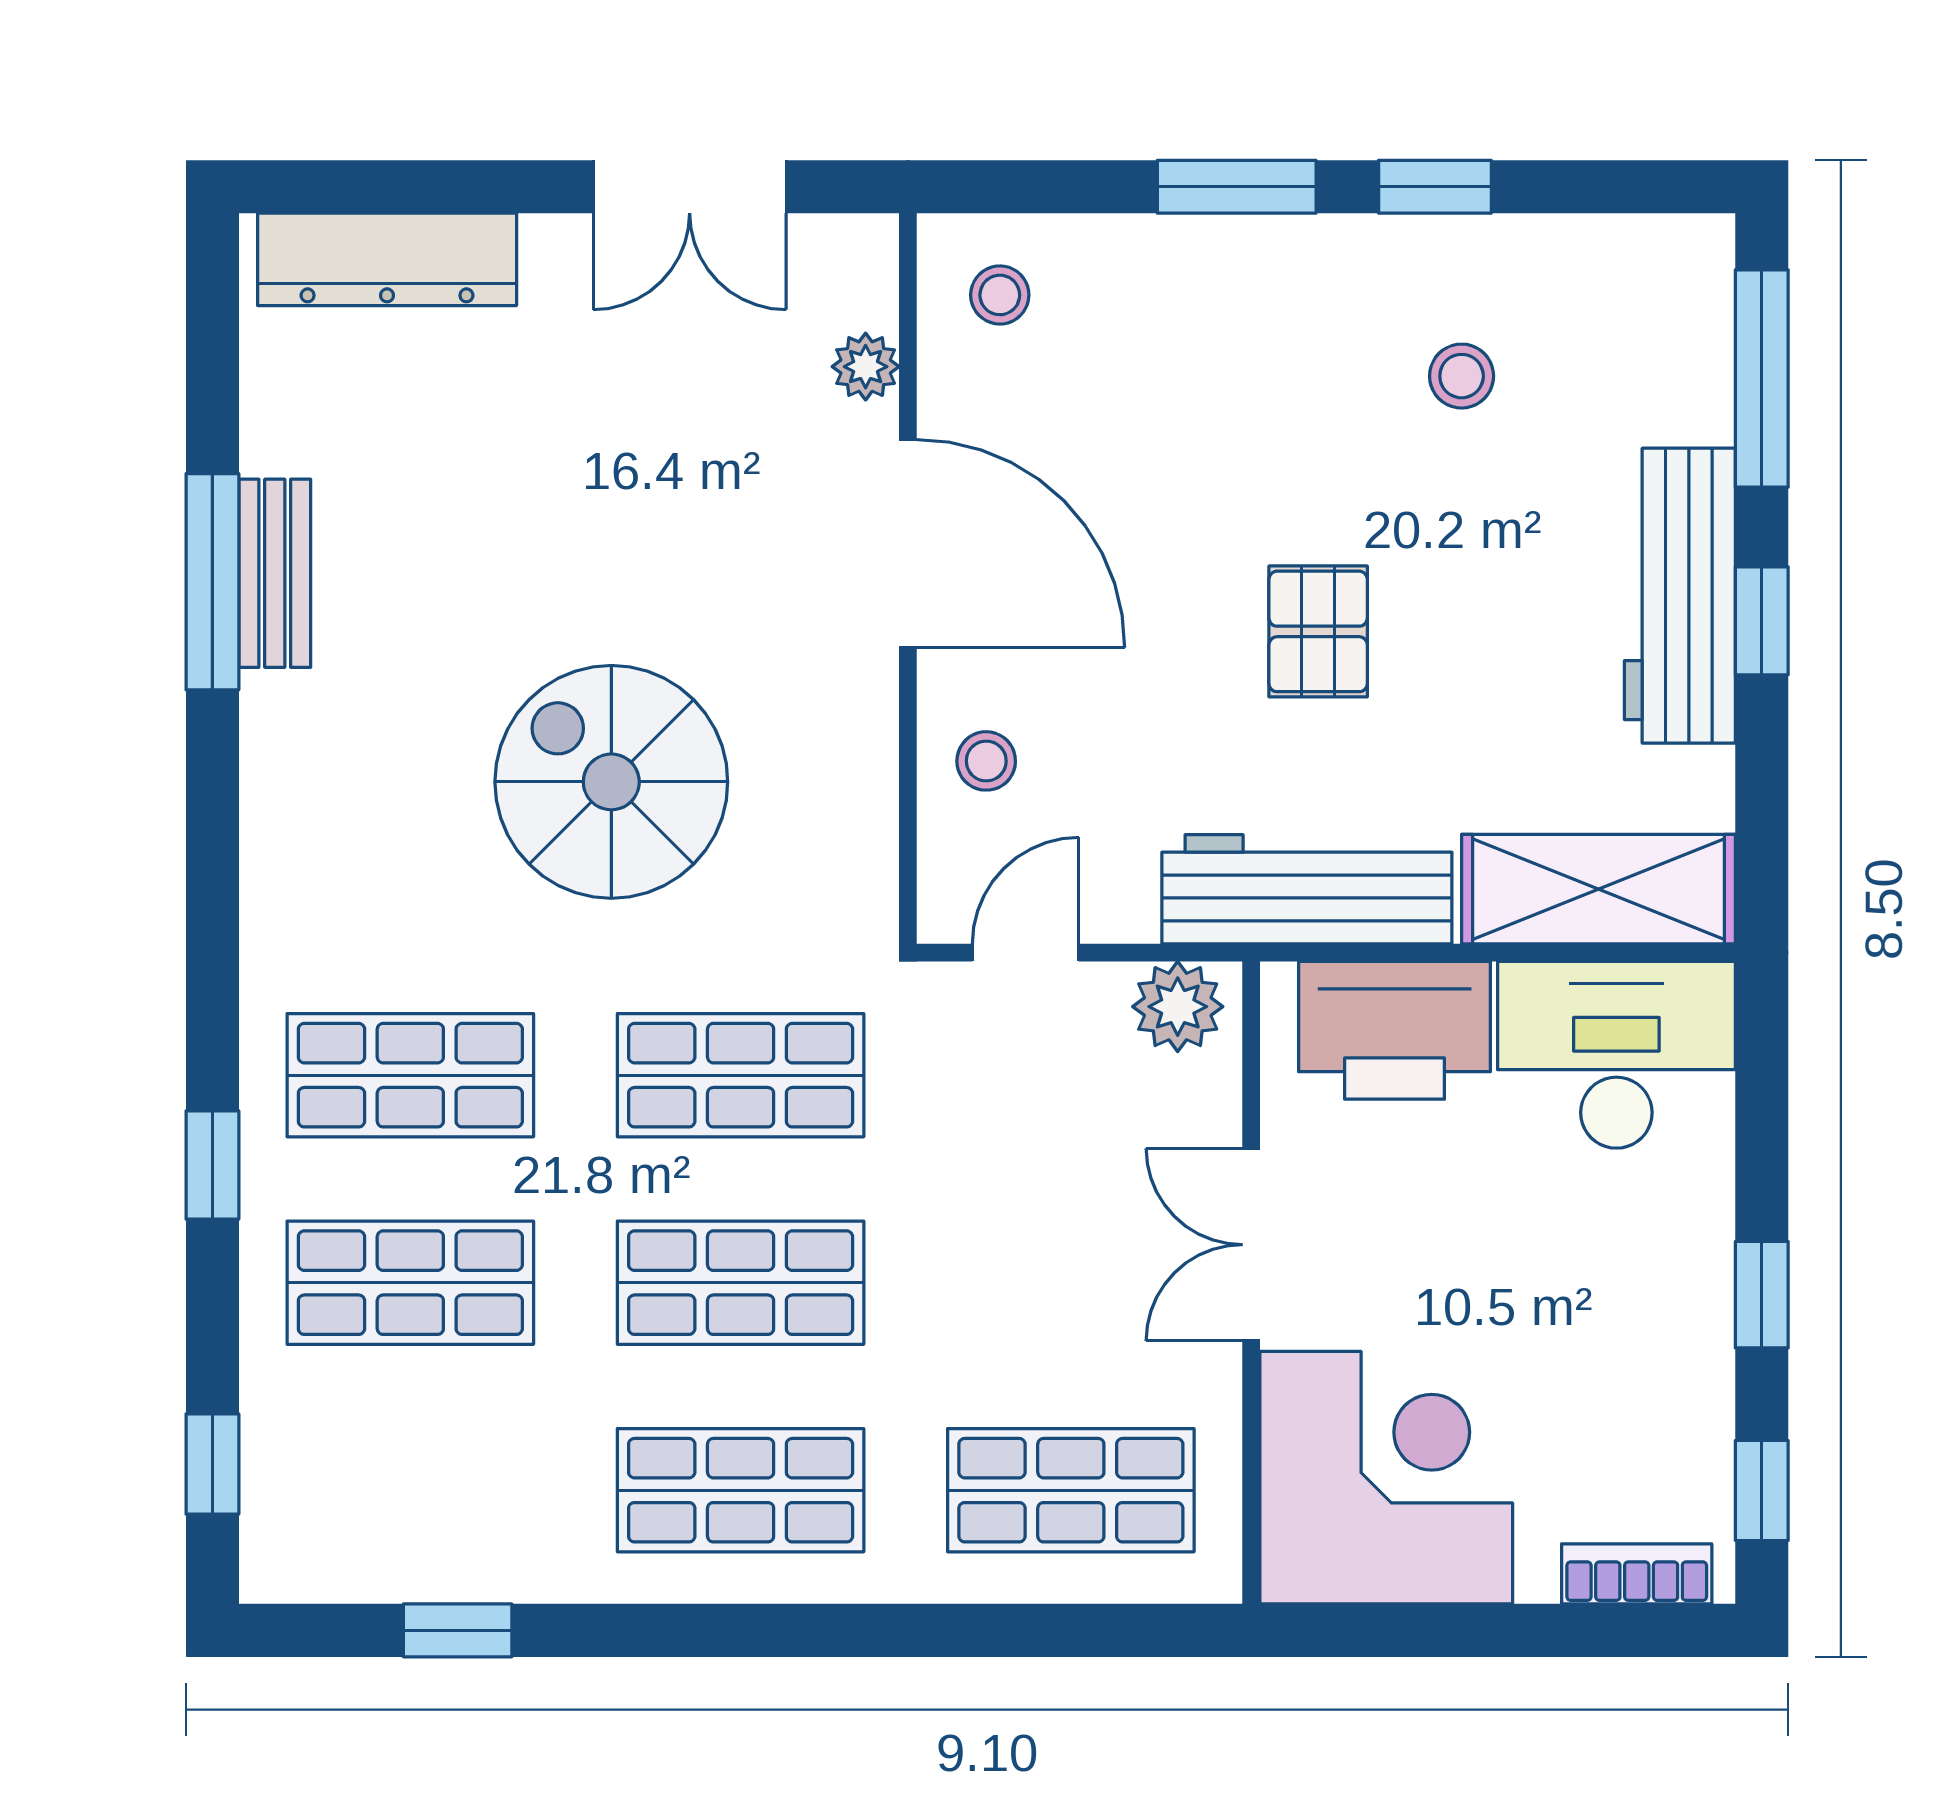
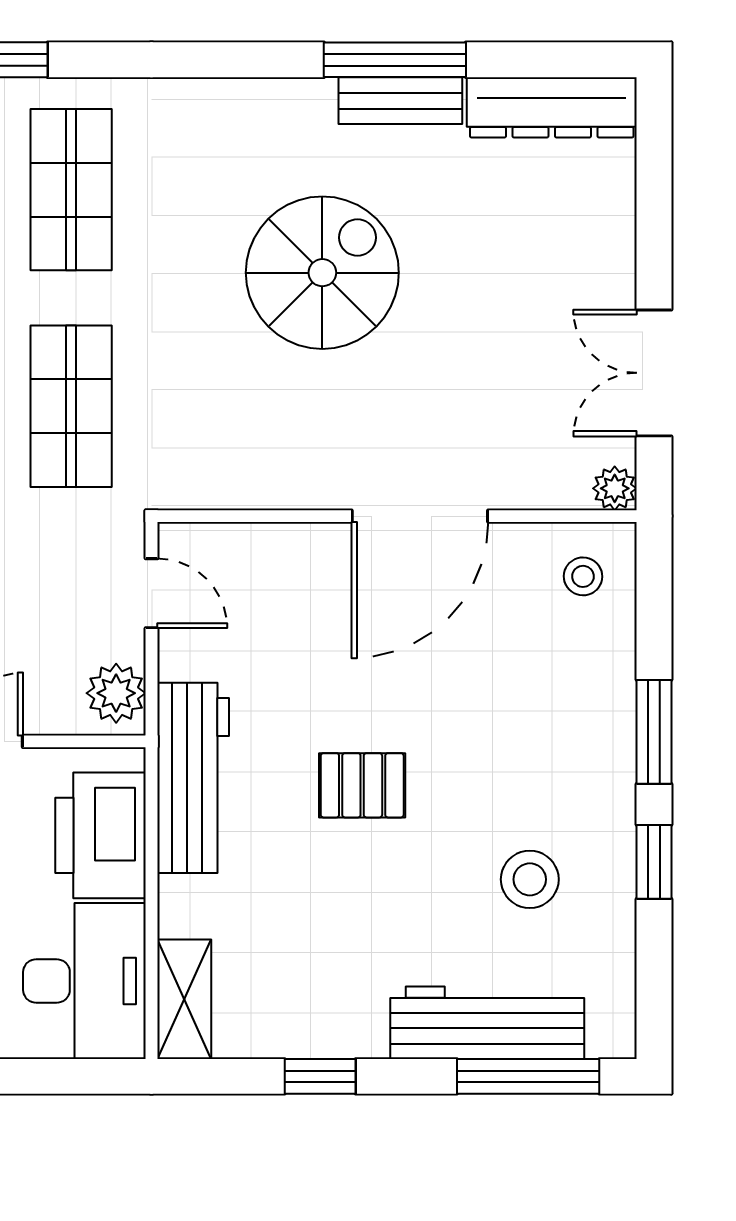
dresser: (387, 259) -> (552, 107), moved, turned -90
plant: (866, 367) -> (615, 488), moved
stool: (1462, 376) -> (530, 879), width x1.37, depth x1.37
workbench: (1680, 596) -> (487, 1023), moved
window: (1762, 621) -> (320, 1076), moved
stool: (986, 761) -> (277, 567), removed
spiral stairs: (611, 782) -> (322, 273), moved
shelving: (1599, 889) -> (184, 999), width x0.67, depth x0.75

